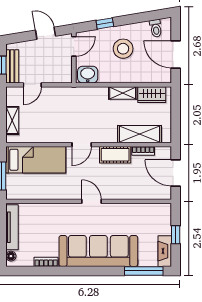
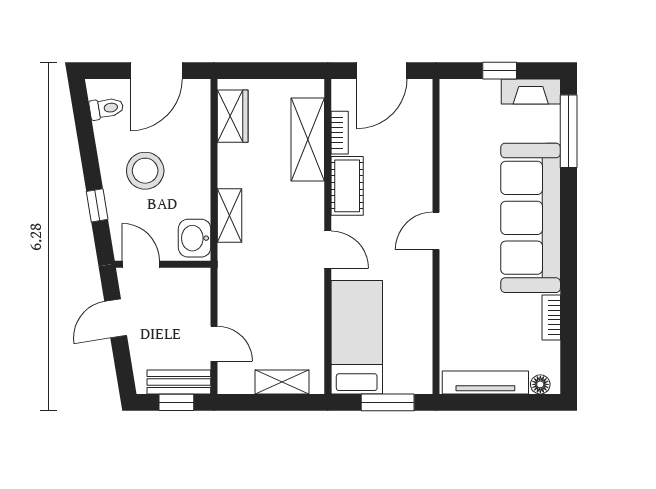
shelving: (123, 93) -> (229, 215), moved

